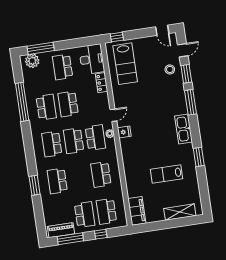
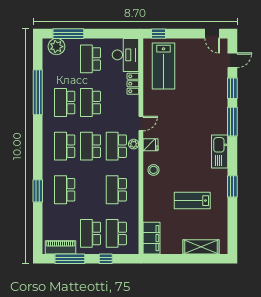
stool: (170, 69) -> (154, 170), moved
school desk: (46, 107) -> (65, 103), turned 180
school desk: (95, 138) -> (116, 146), turned 180
school desk: (85, 215) -> (90, 233), turned 180

